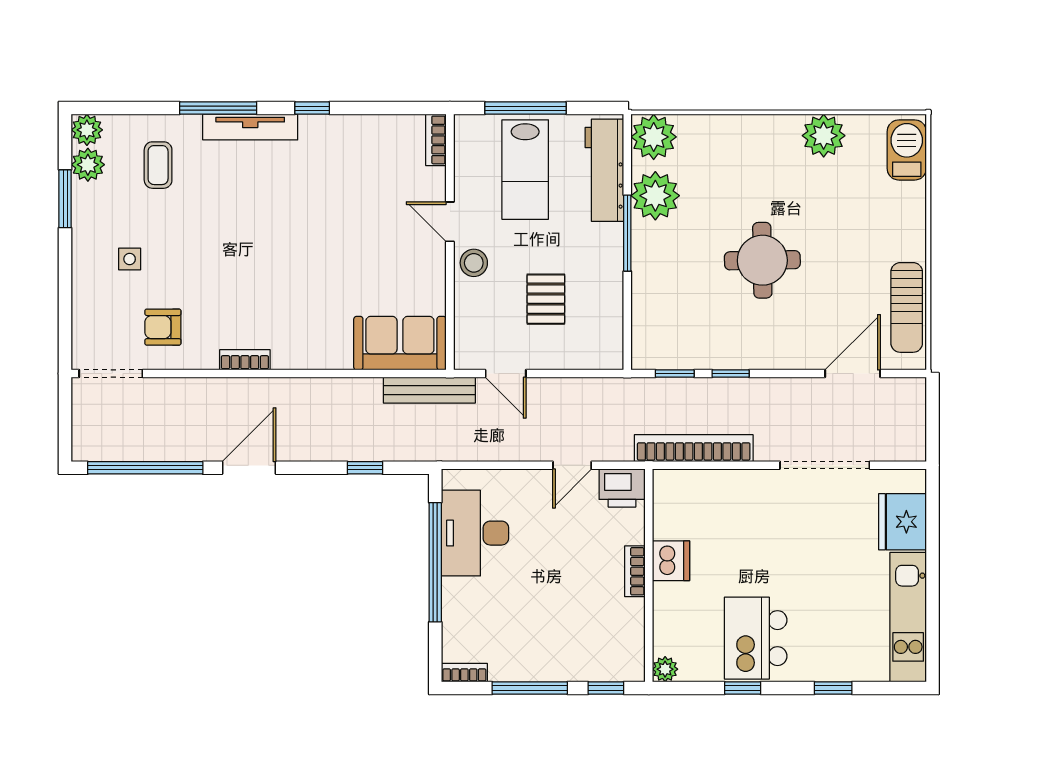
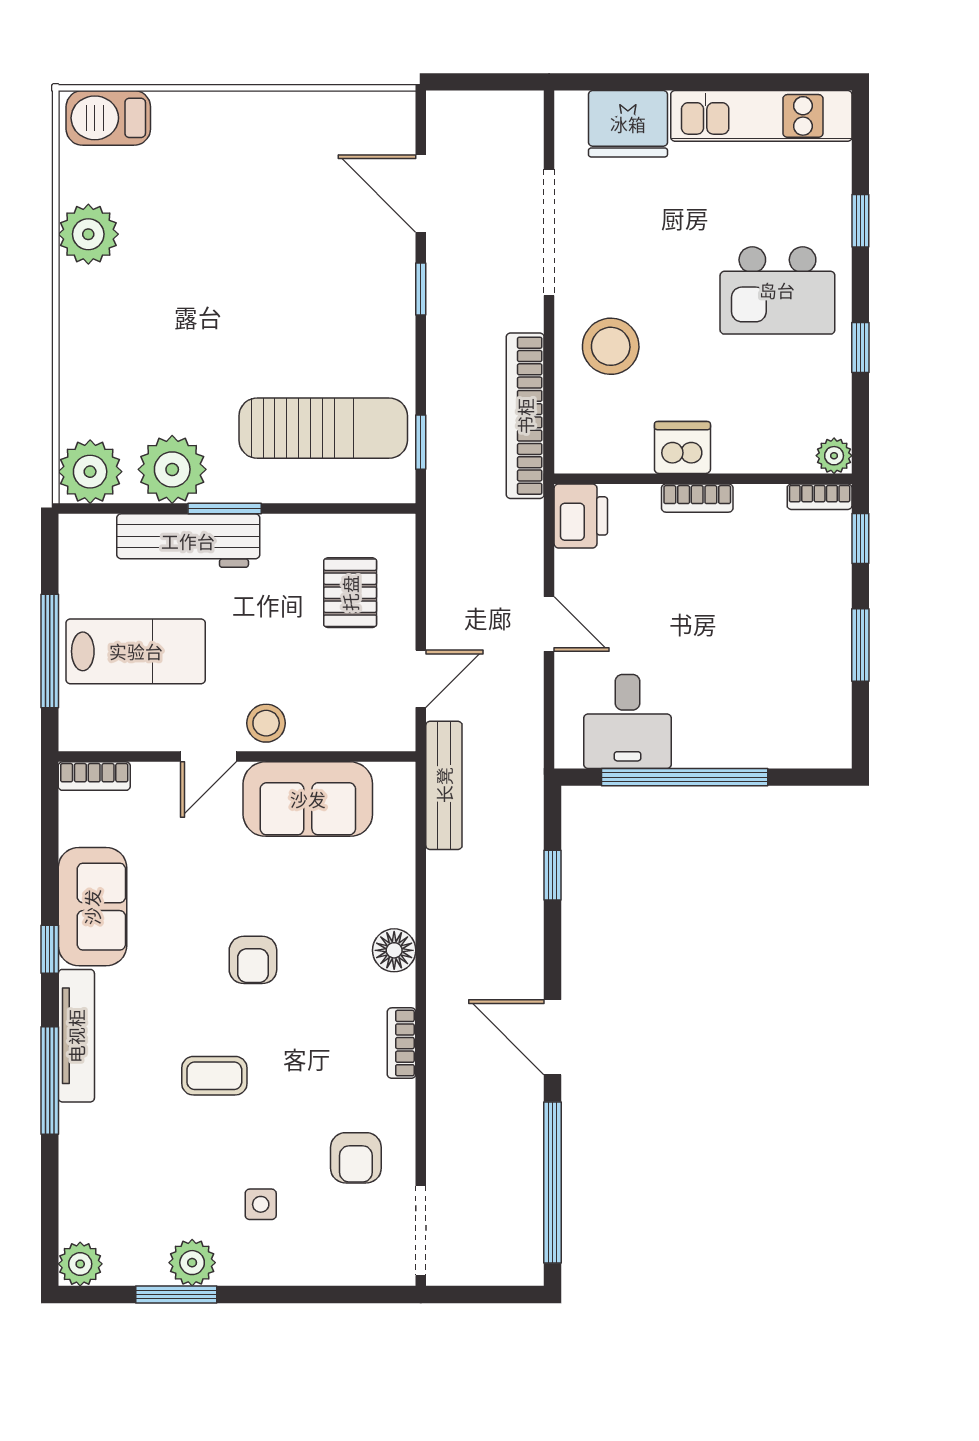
sofa: (343, 139) -> (92, 907), added
plant: (88, 165) -> (192, 1263), moved
coffee table: (158, 165) -> (214, 1076), moved
workbench: (604, 170) -> (188, 541), moved
window: (627, 233) -> (225, 509), width x0.69
armchair: (304, 254) -> (253, 960), added
round table: (762, 260) -> (262, 320), removed
pallet: (546, 299) -> (350, 593), moved, turned 90
sun lounger: (907, 307) -> (323, 428), moved, width x1.36, depth x1.34
sofa: (400, 343) -> (308, 799), moved, turned -90
floor lamp: (311, 354) -> (394, 950), added
window: (731, 374) -> (421, 289), moved
door: (572, 465) -> (549, 624), moved
stool: (743, 509) -> (611, 346), added
desk: (475, 533) -> (628, 721), width x0.73
kitchen island: (756, 638) -> (777, 290), moved
bookcase: (464, 673) -> (820, 497), moved, turned -90
window: (530, 688) -> (860, 645), width x0.69

